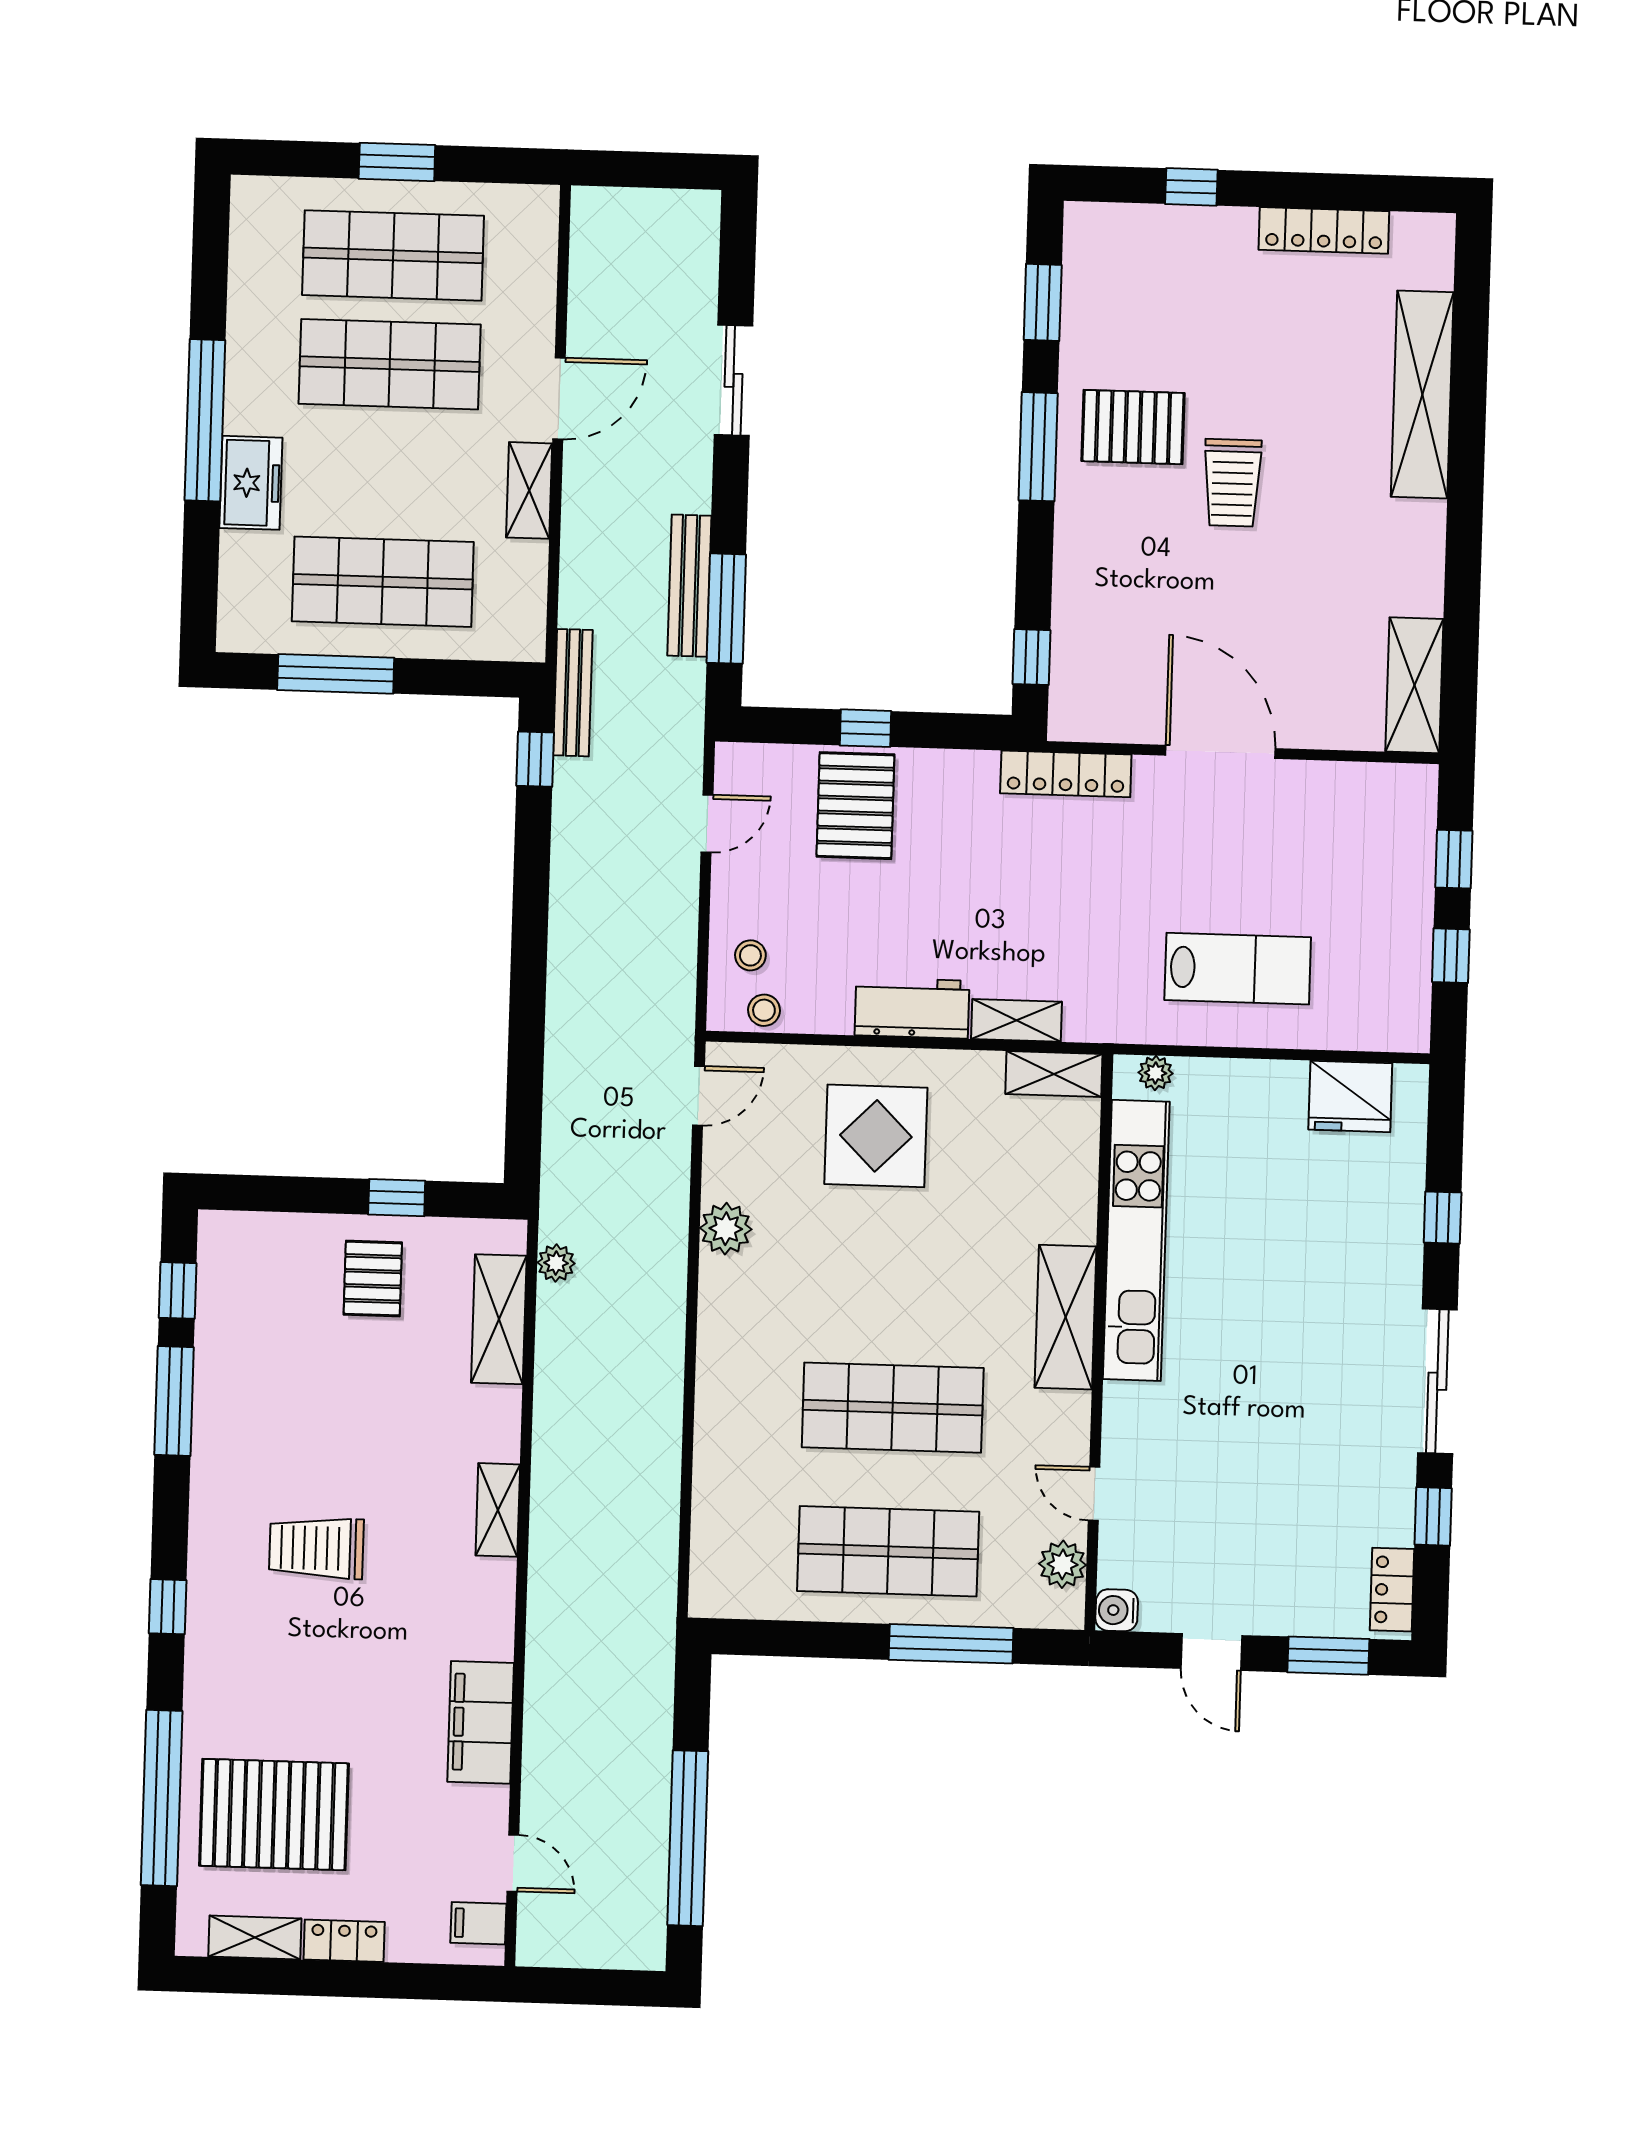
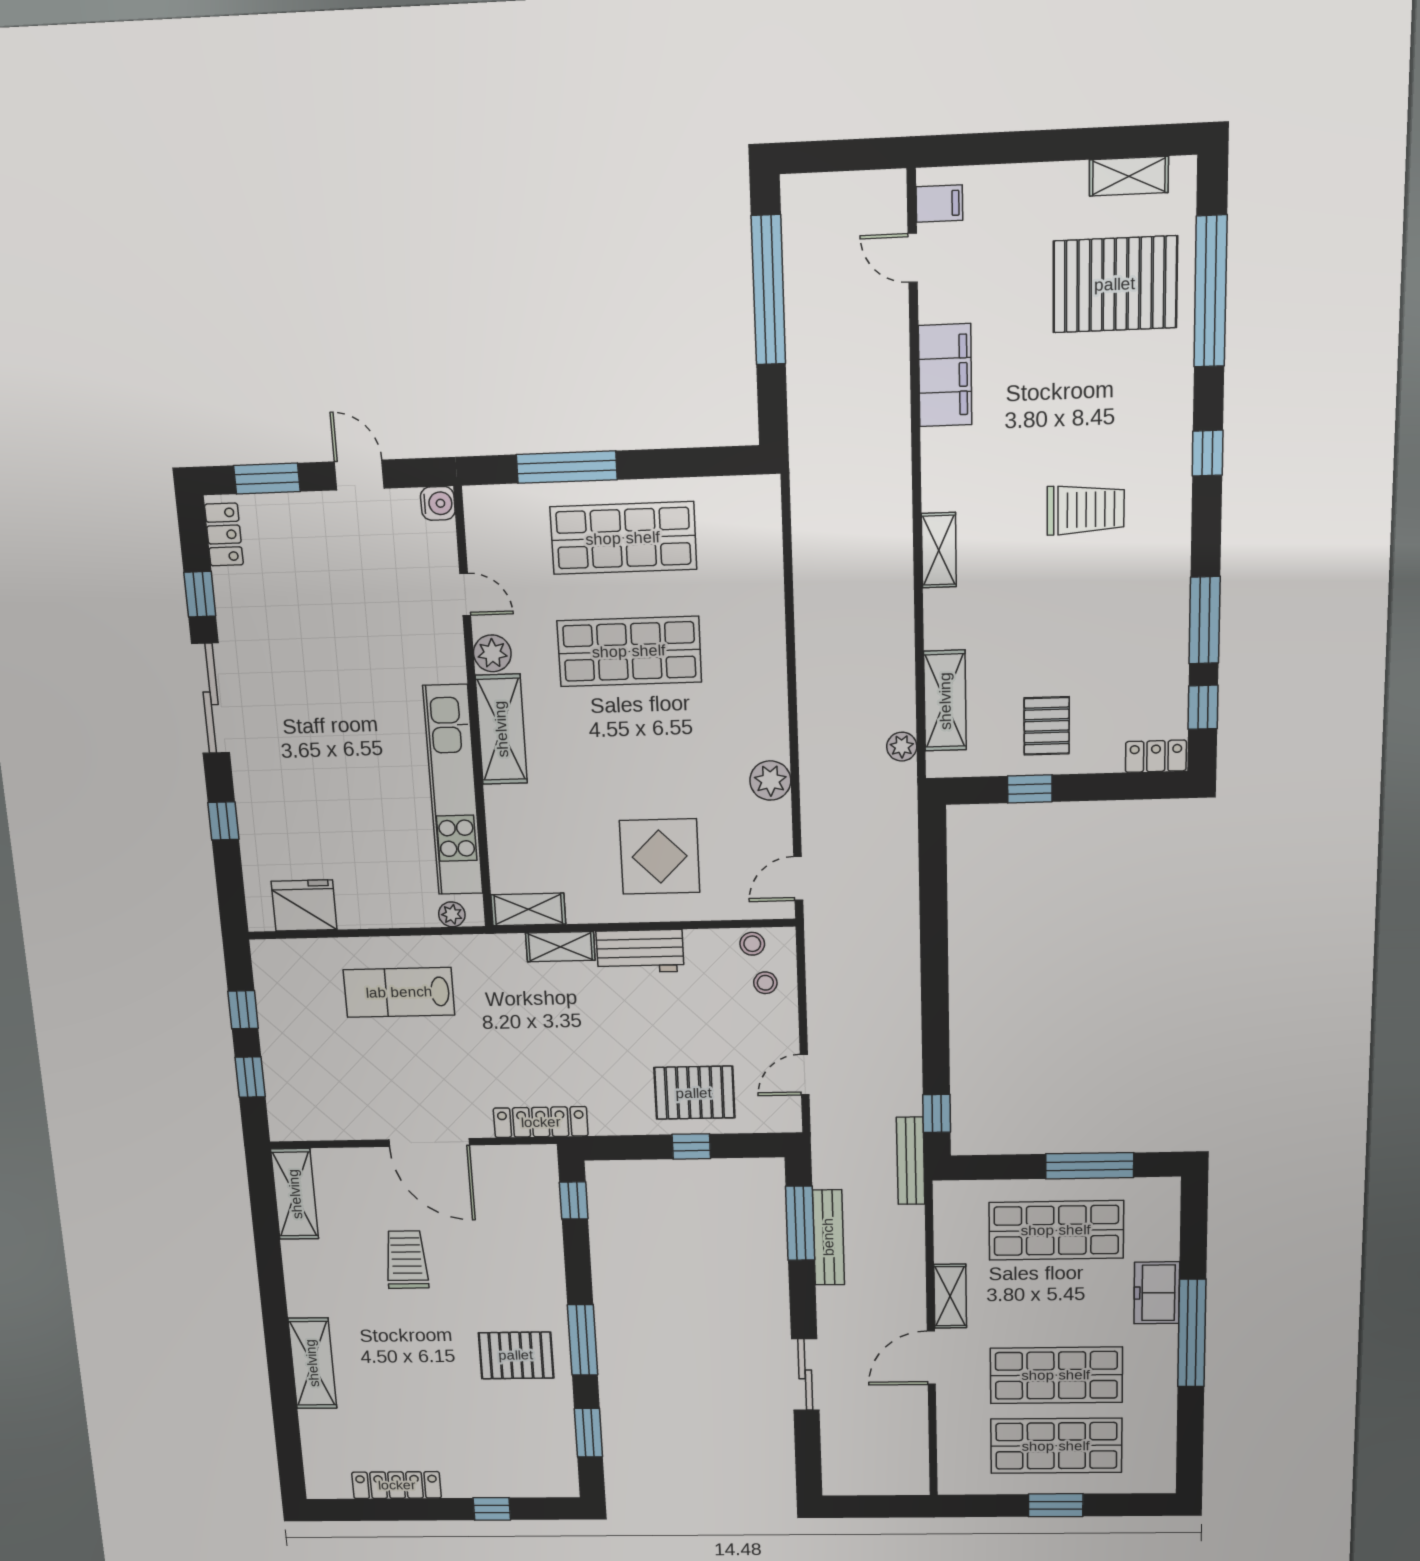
shelving: (1422, 395) -> (312, 1363), width x0.68
trolley: (1232, 483) -> (406, 1260), moved
pallet: (855, 806) -> (694, 1093), turned 90
plant: (1063, 1564) -> (492, 653), moved
locker: (344, 1941) -> (1156, 756), moved, turned 180

